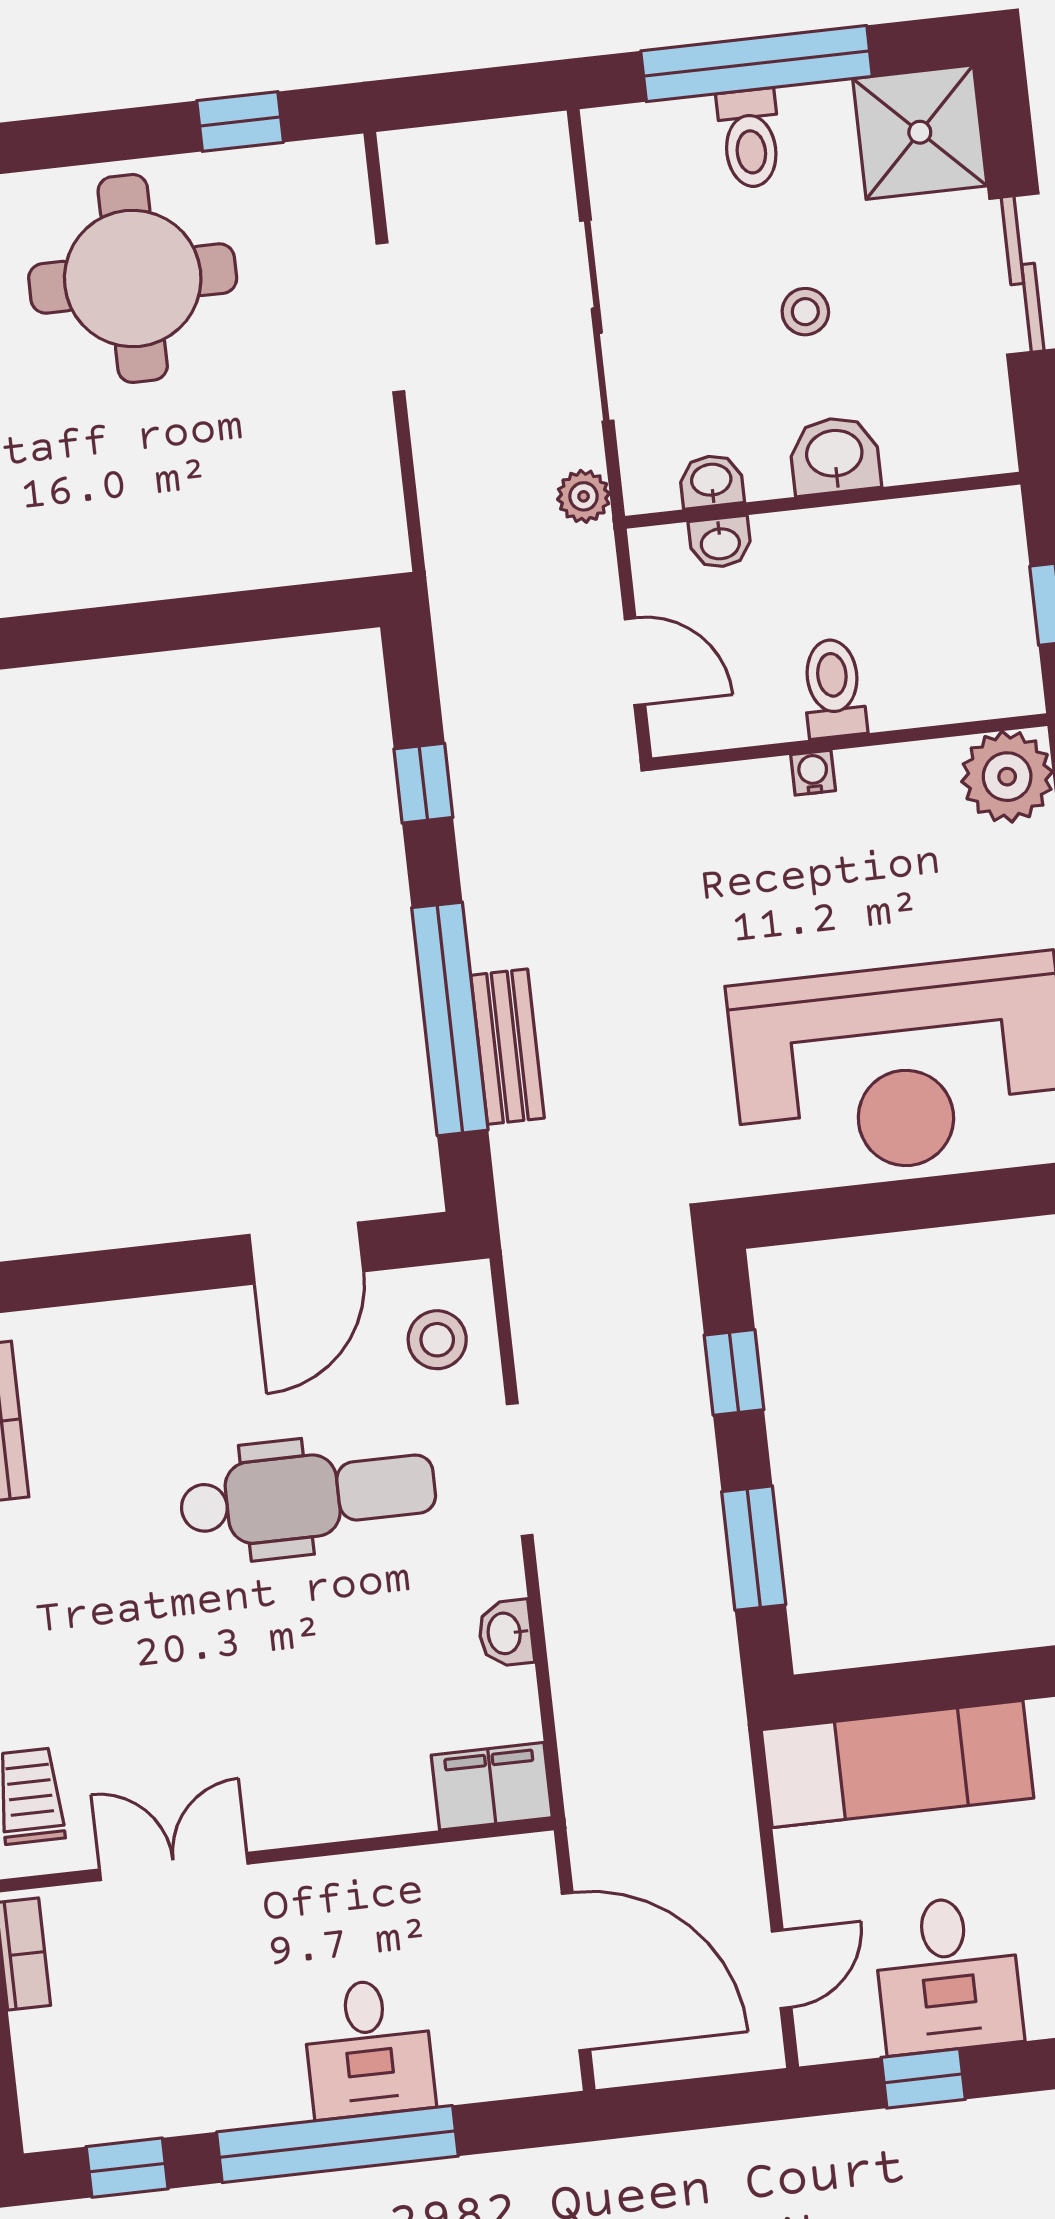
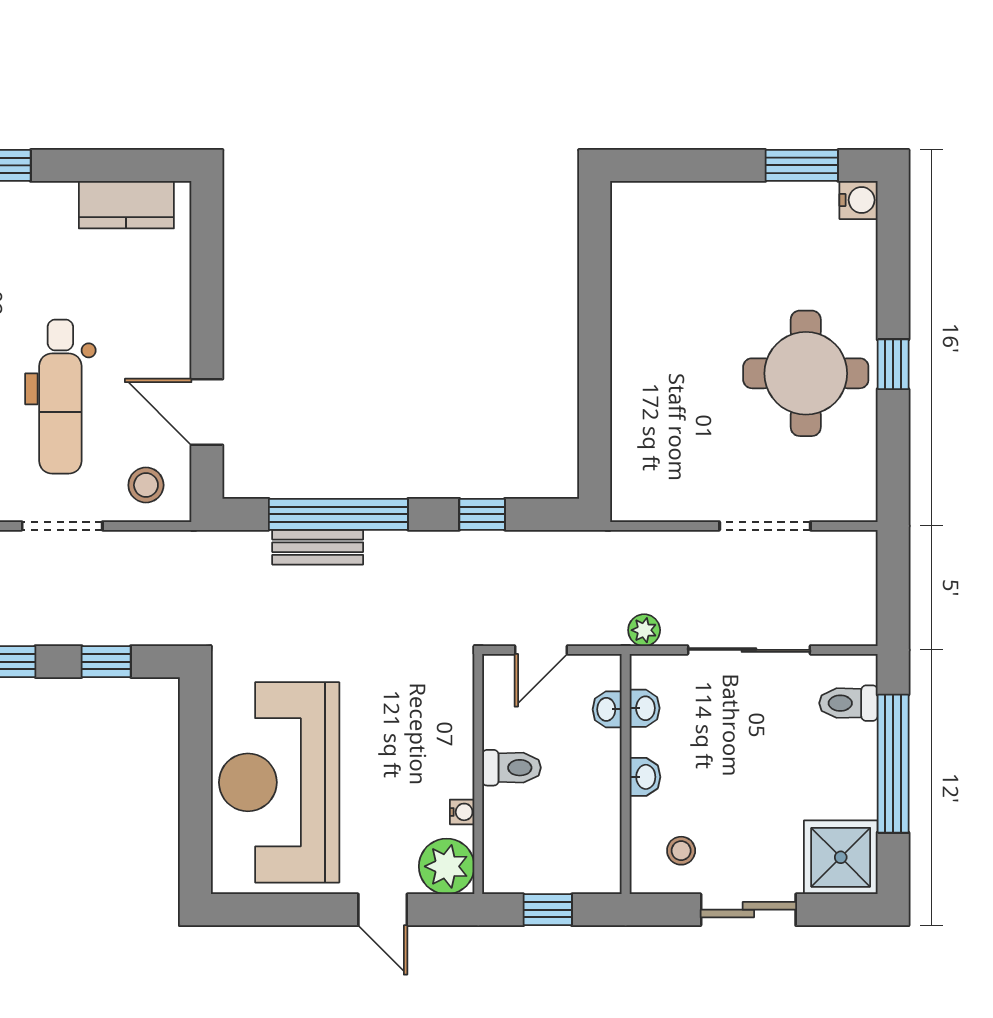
window: (240, 121) -> (893, 364), moved
toilet: (750, 138) -> (848, 703), moved
stool: (805, 312) -> (681, 851), moved
washbasin: (835, 455) -> (645, 777), width x0.72, depth x0.69
water cooler: (813, 773) -> (462, 812), moved

